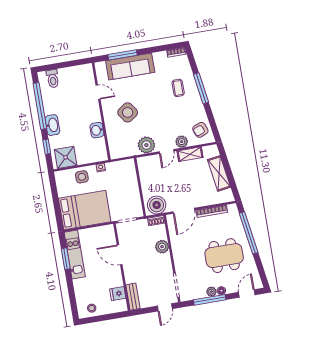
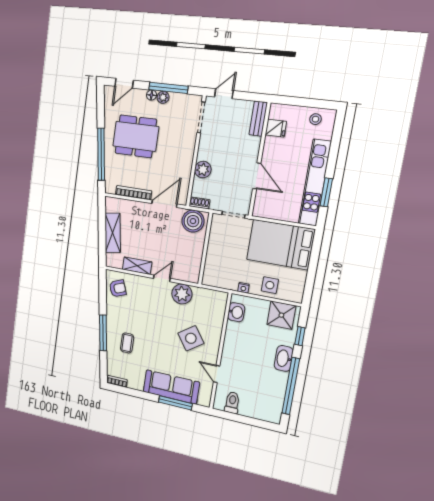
toilet: (53, 79) -> (232, 403), moved
washbasin: (97, 130) -> (236, 312), moved
plant: (182, 142) -> (142, 283), removed
kitchen unit: (75, 255) -> (315, 183), width x1.36

